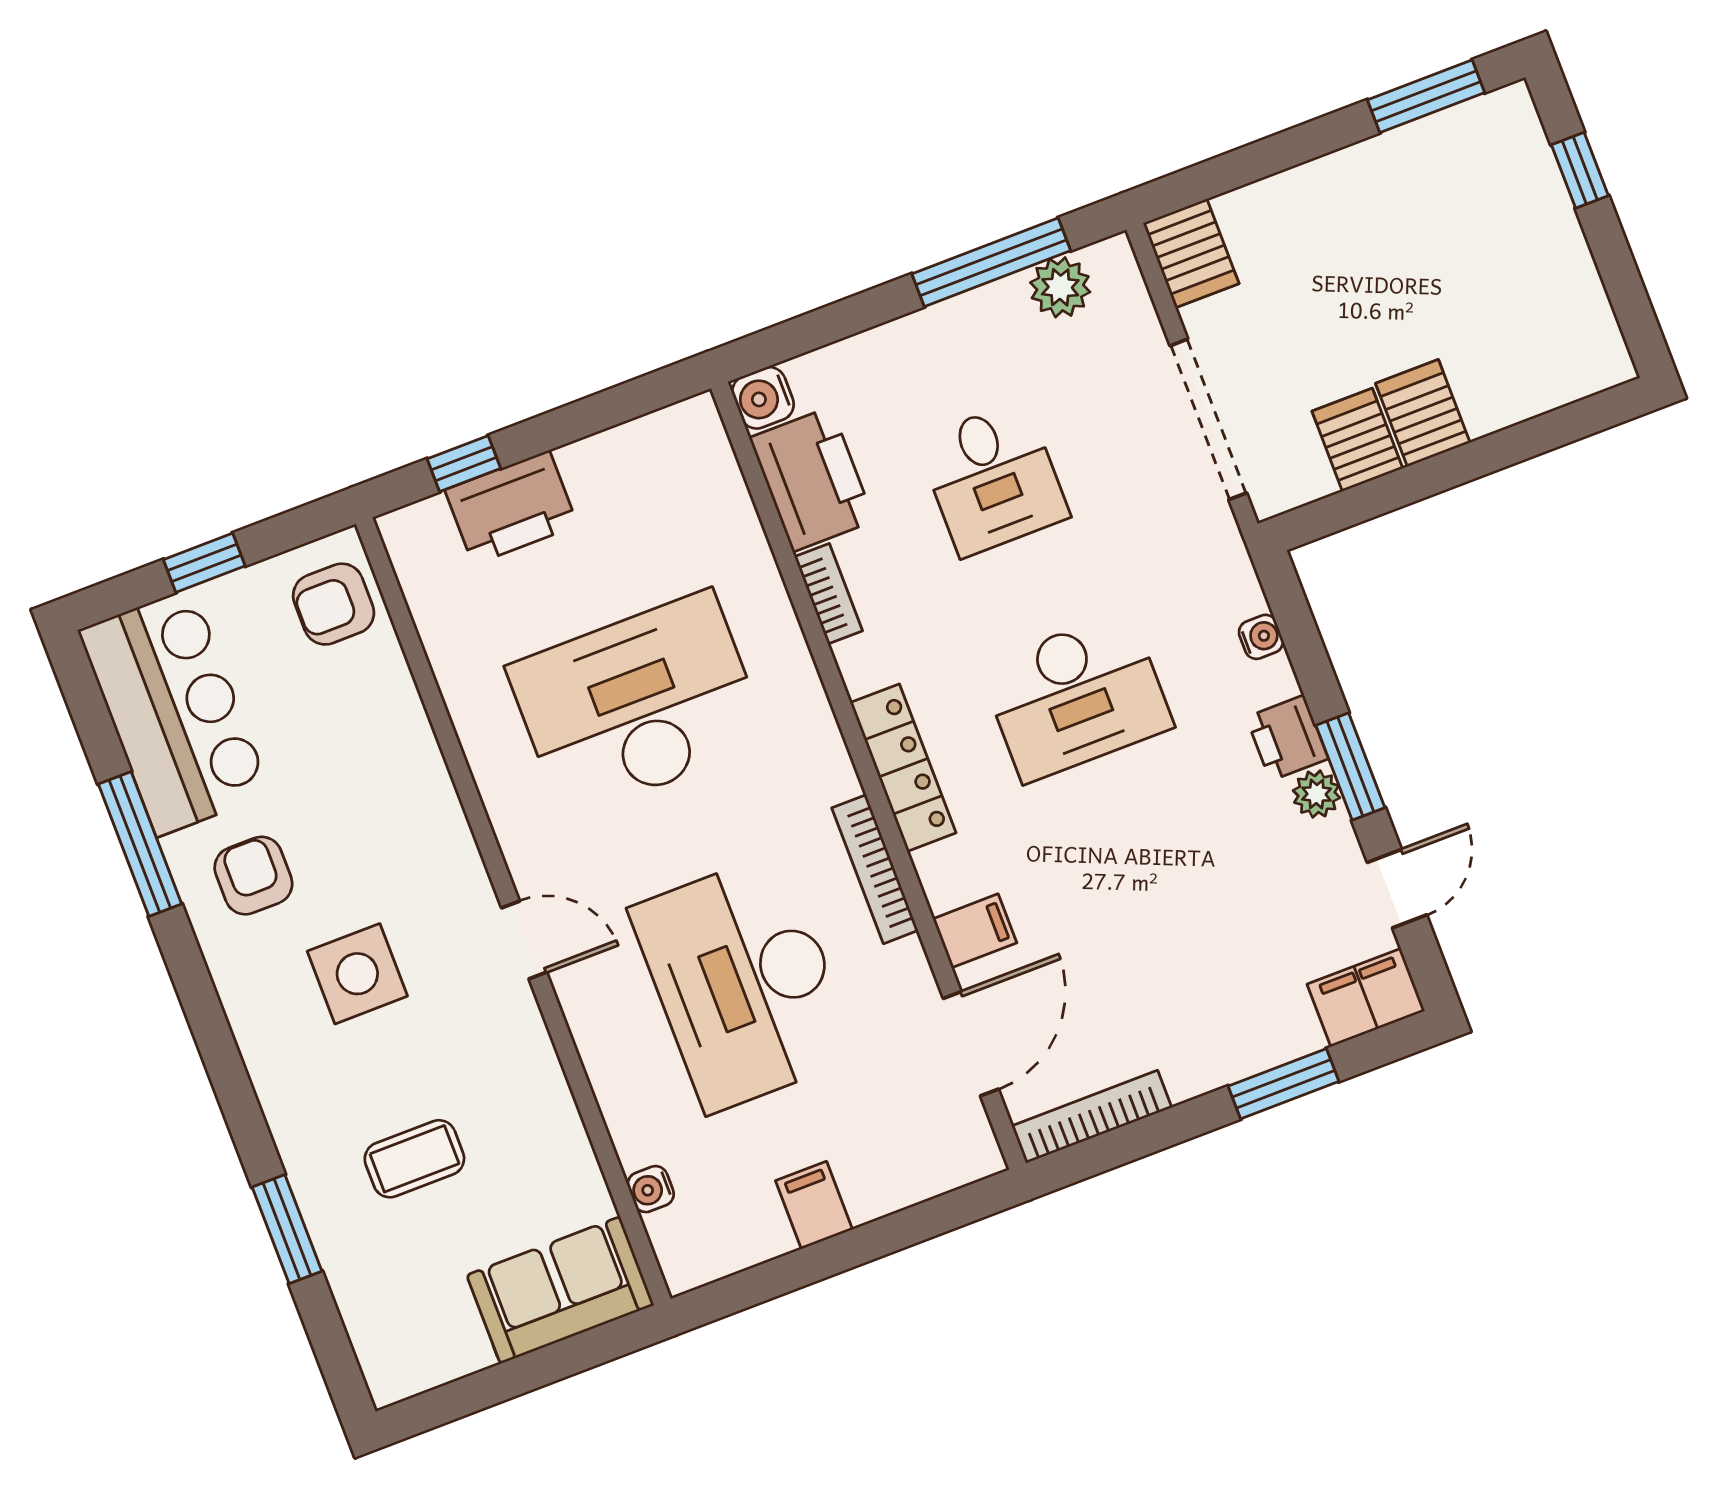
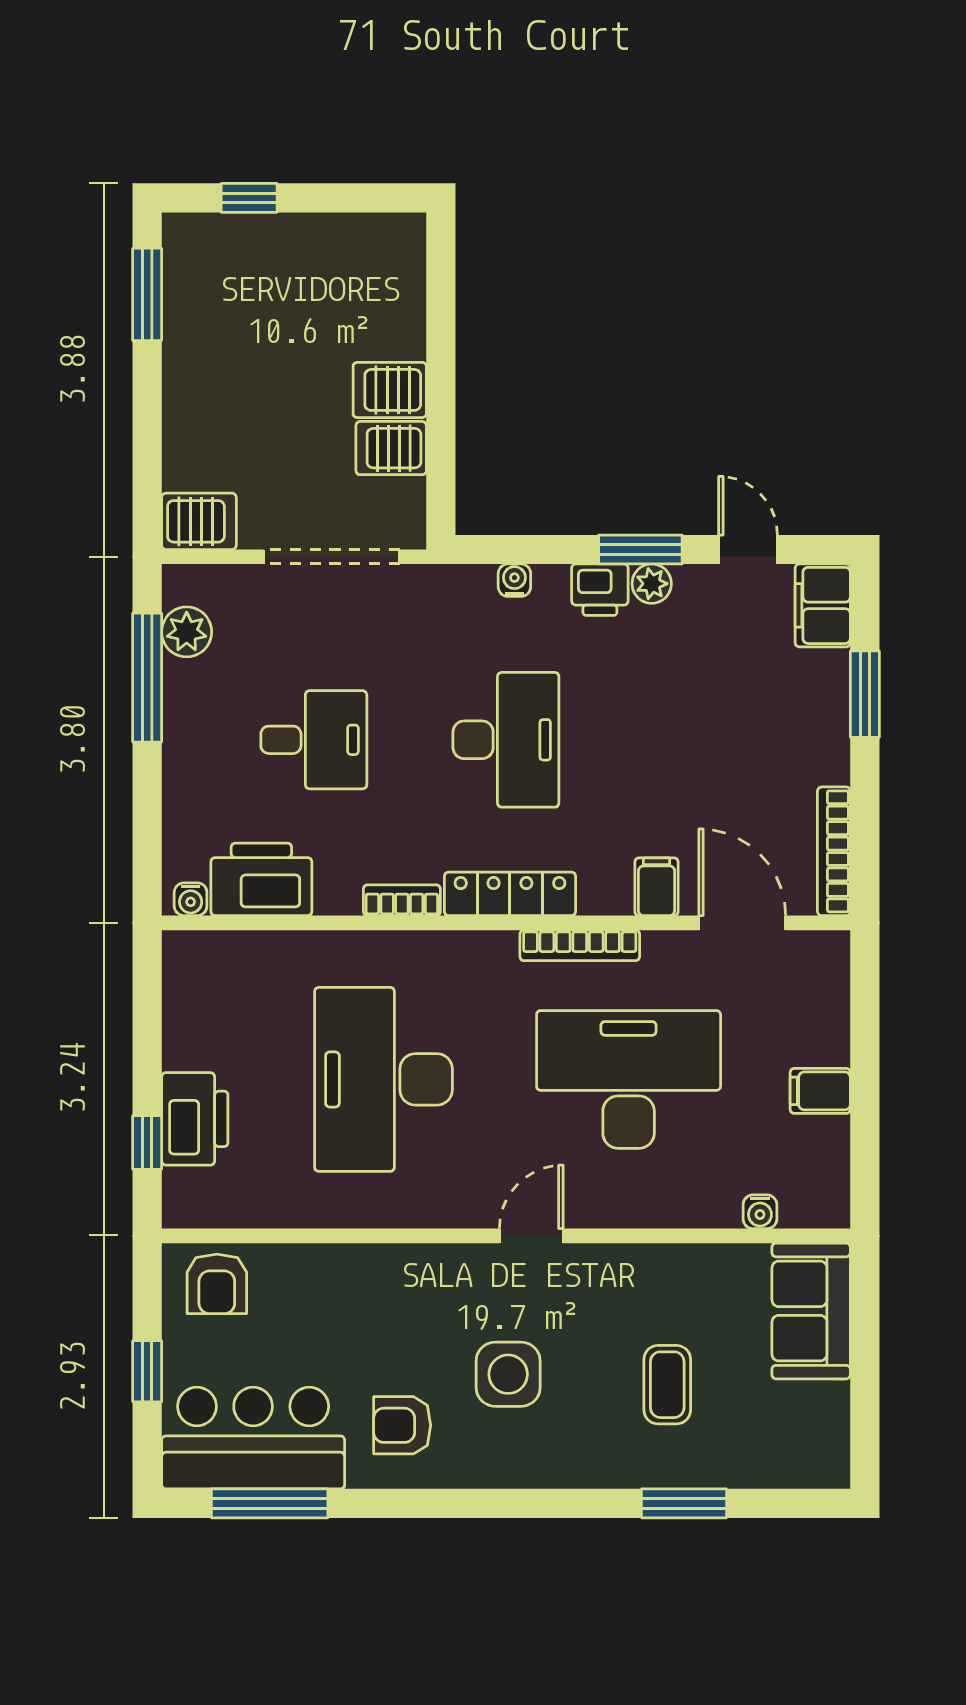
water cooler: (763, 398) -> (191, 899), width x0.72, depth x0.72
bookcase: (828, 594) -> (402, 900), moved
window: (140, 844) -> (270, 1503), moved
desk: (744, 983) -> (629, 1079), turned 180

